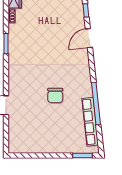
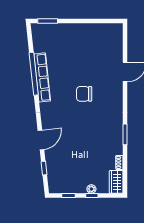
chair: (55, 95) -> (84, 94), moved, turned -90
row of seats: (90, 122) -> (42, 77), moved

